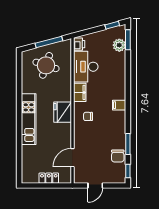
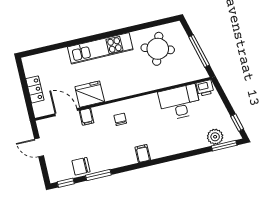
round table: (46, 65) -> (158, 49), moved
filing cabinet: (80, 92) -> (87, 117), moved, width x0.50
fridge: (63, 112) -> (90, 94), moved

